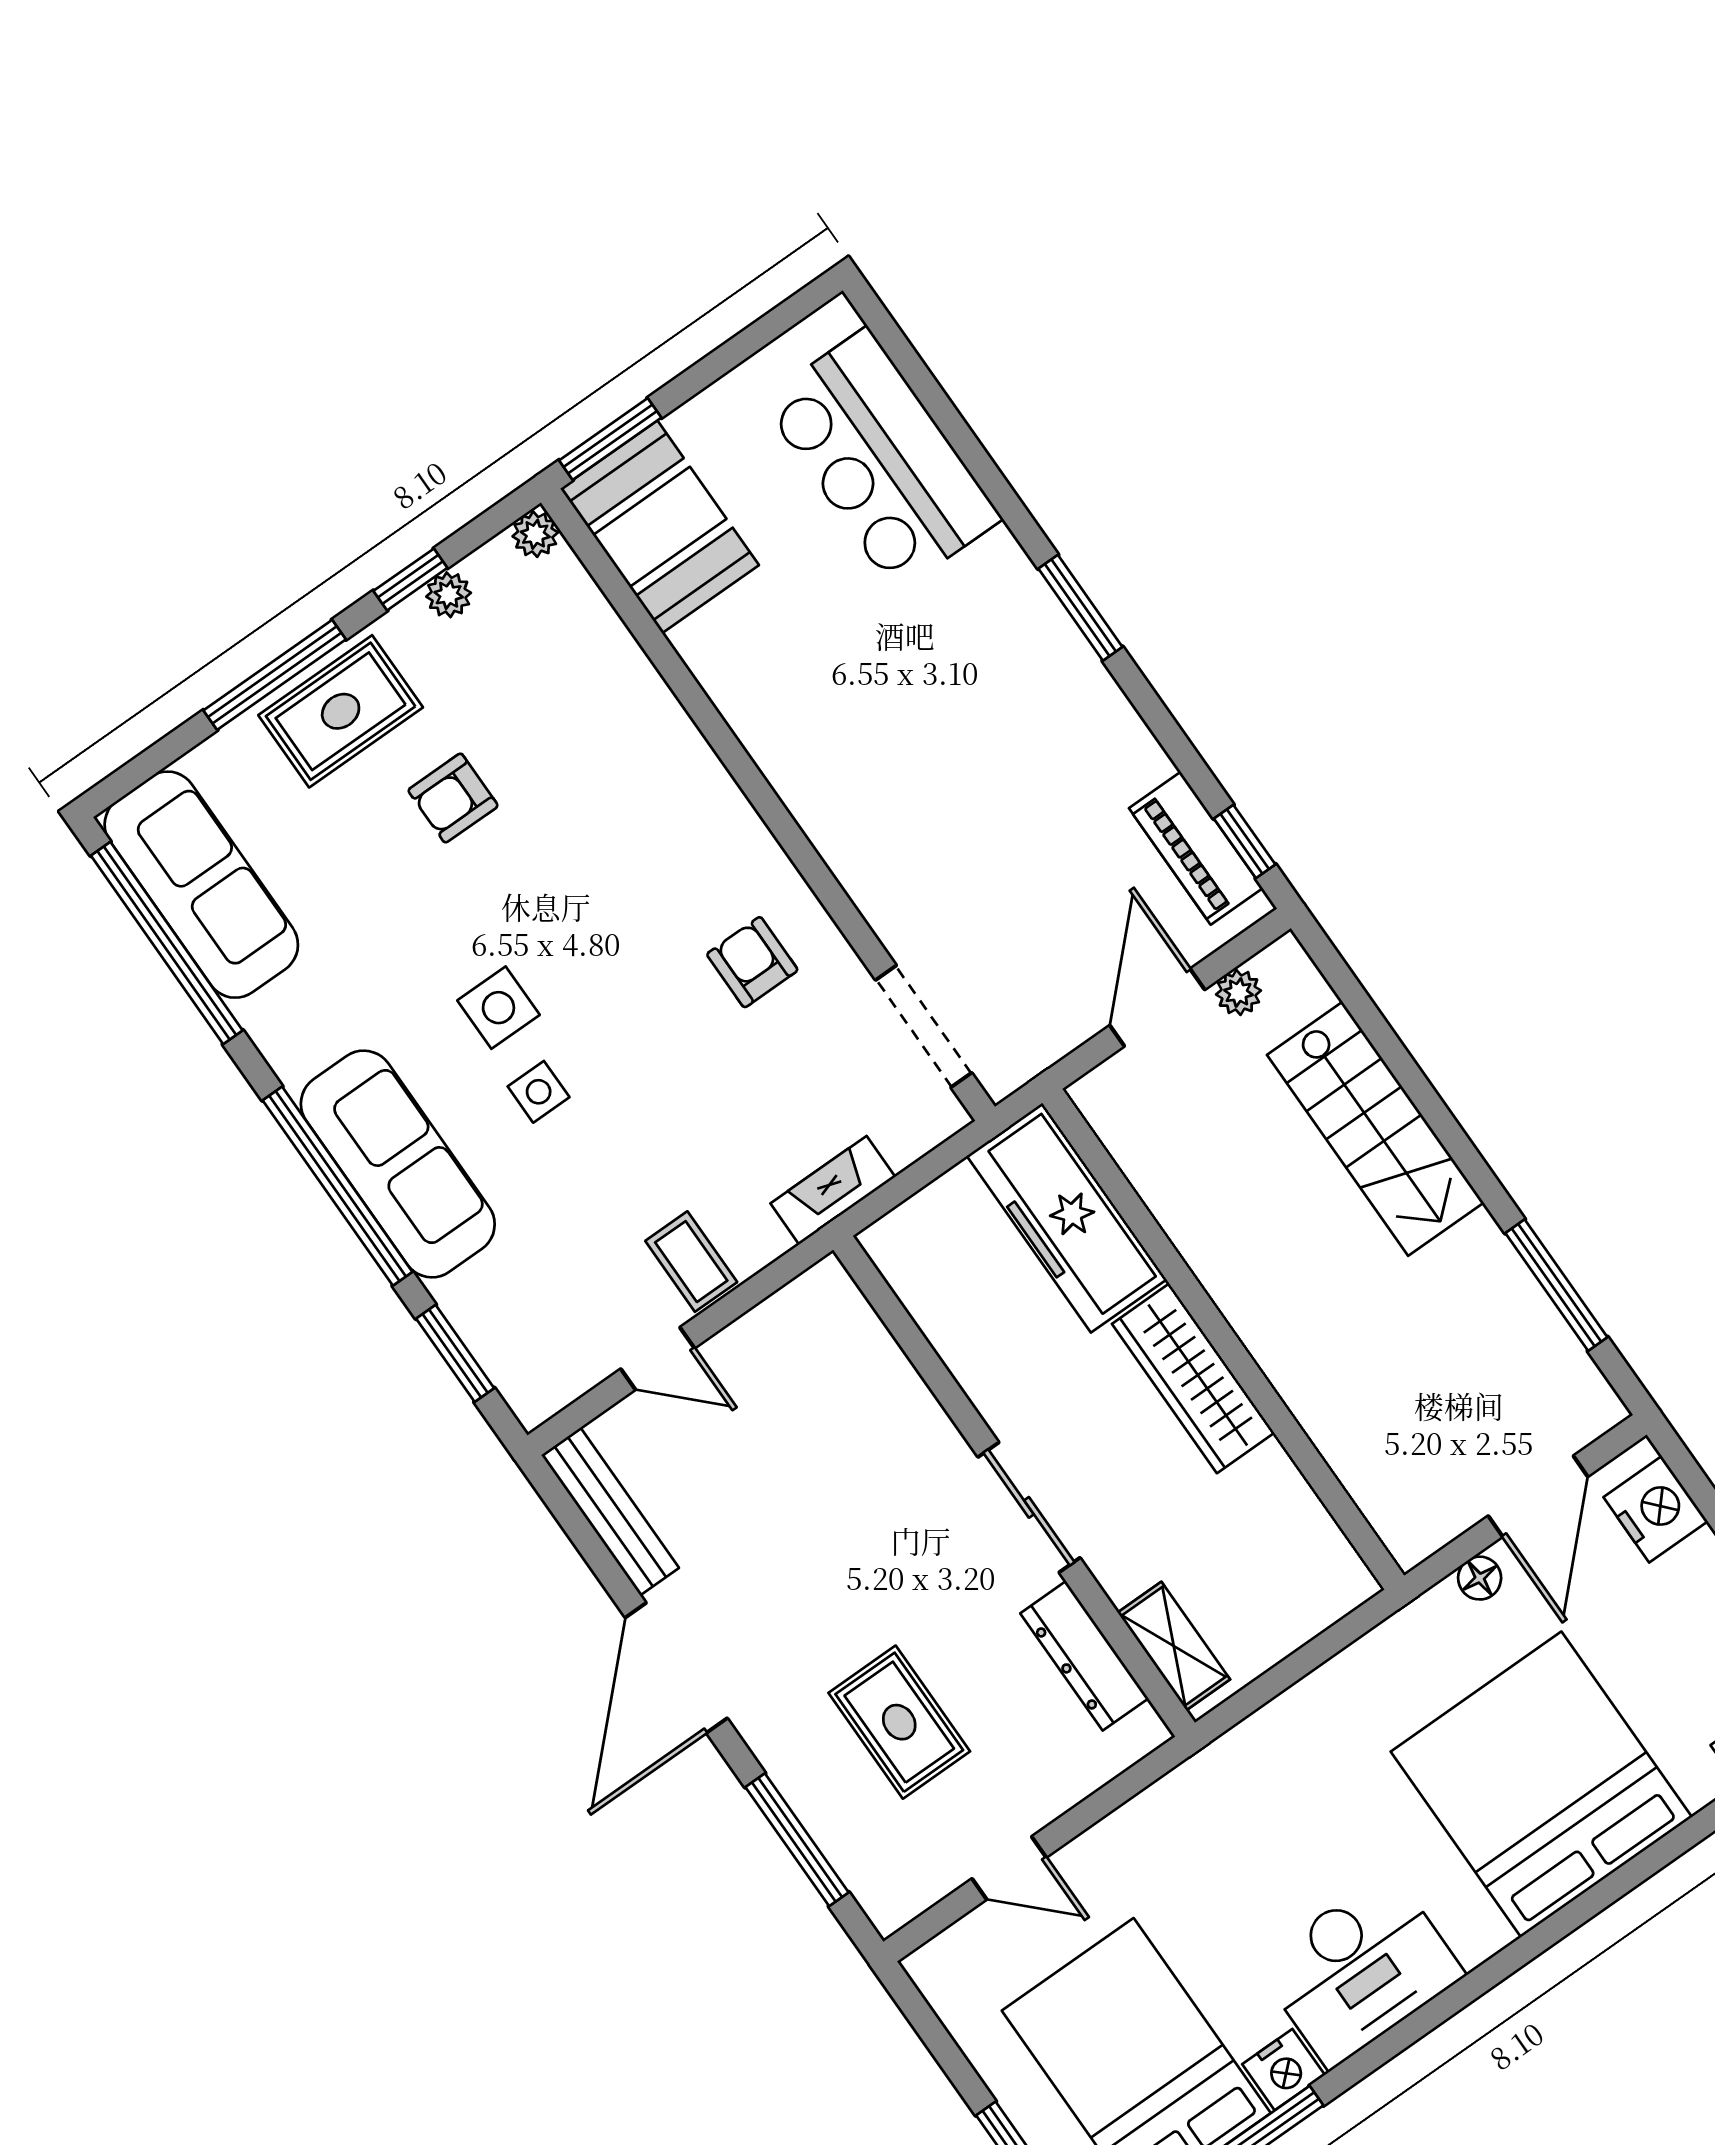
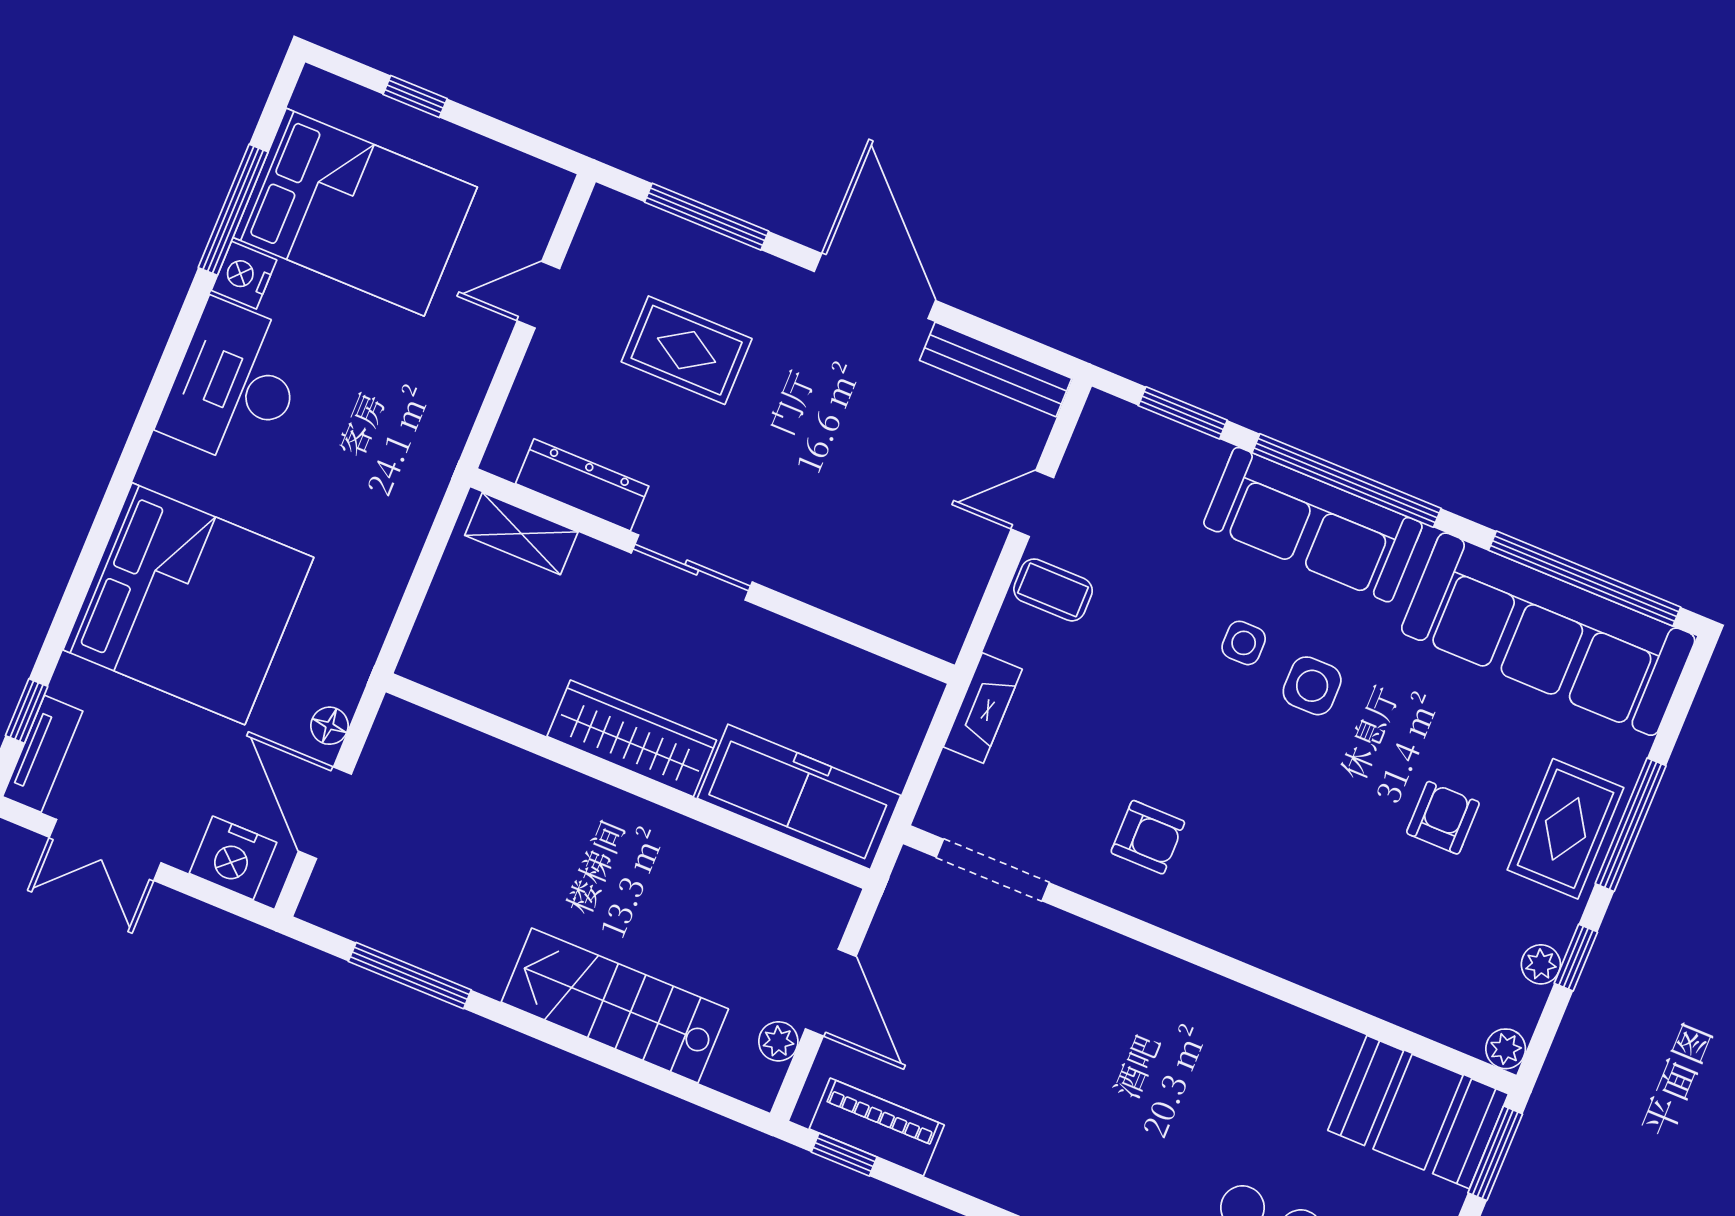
sofa: (201, 885) -> (1548, 634), width x1.36, depth x1.27

